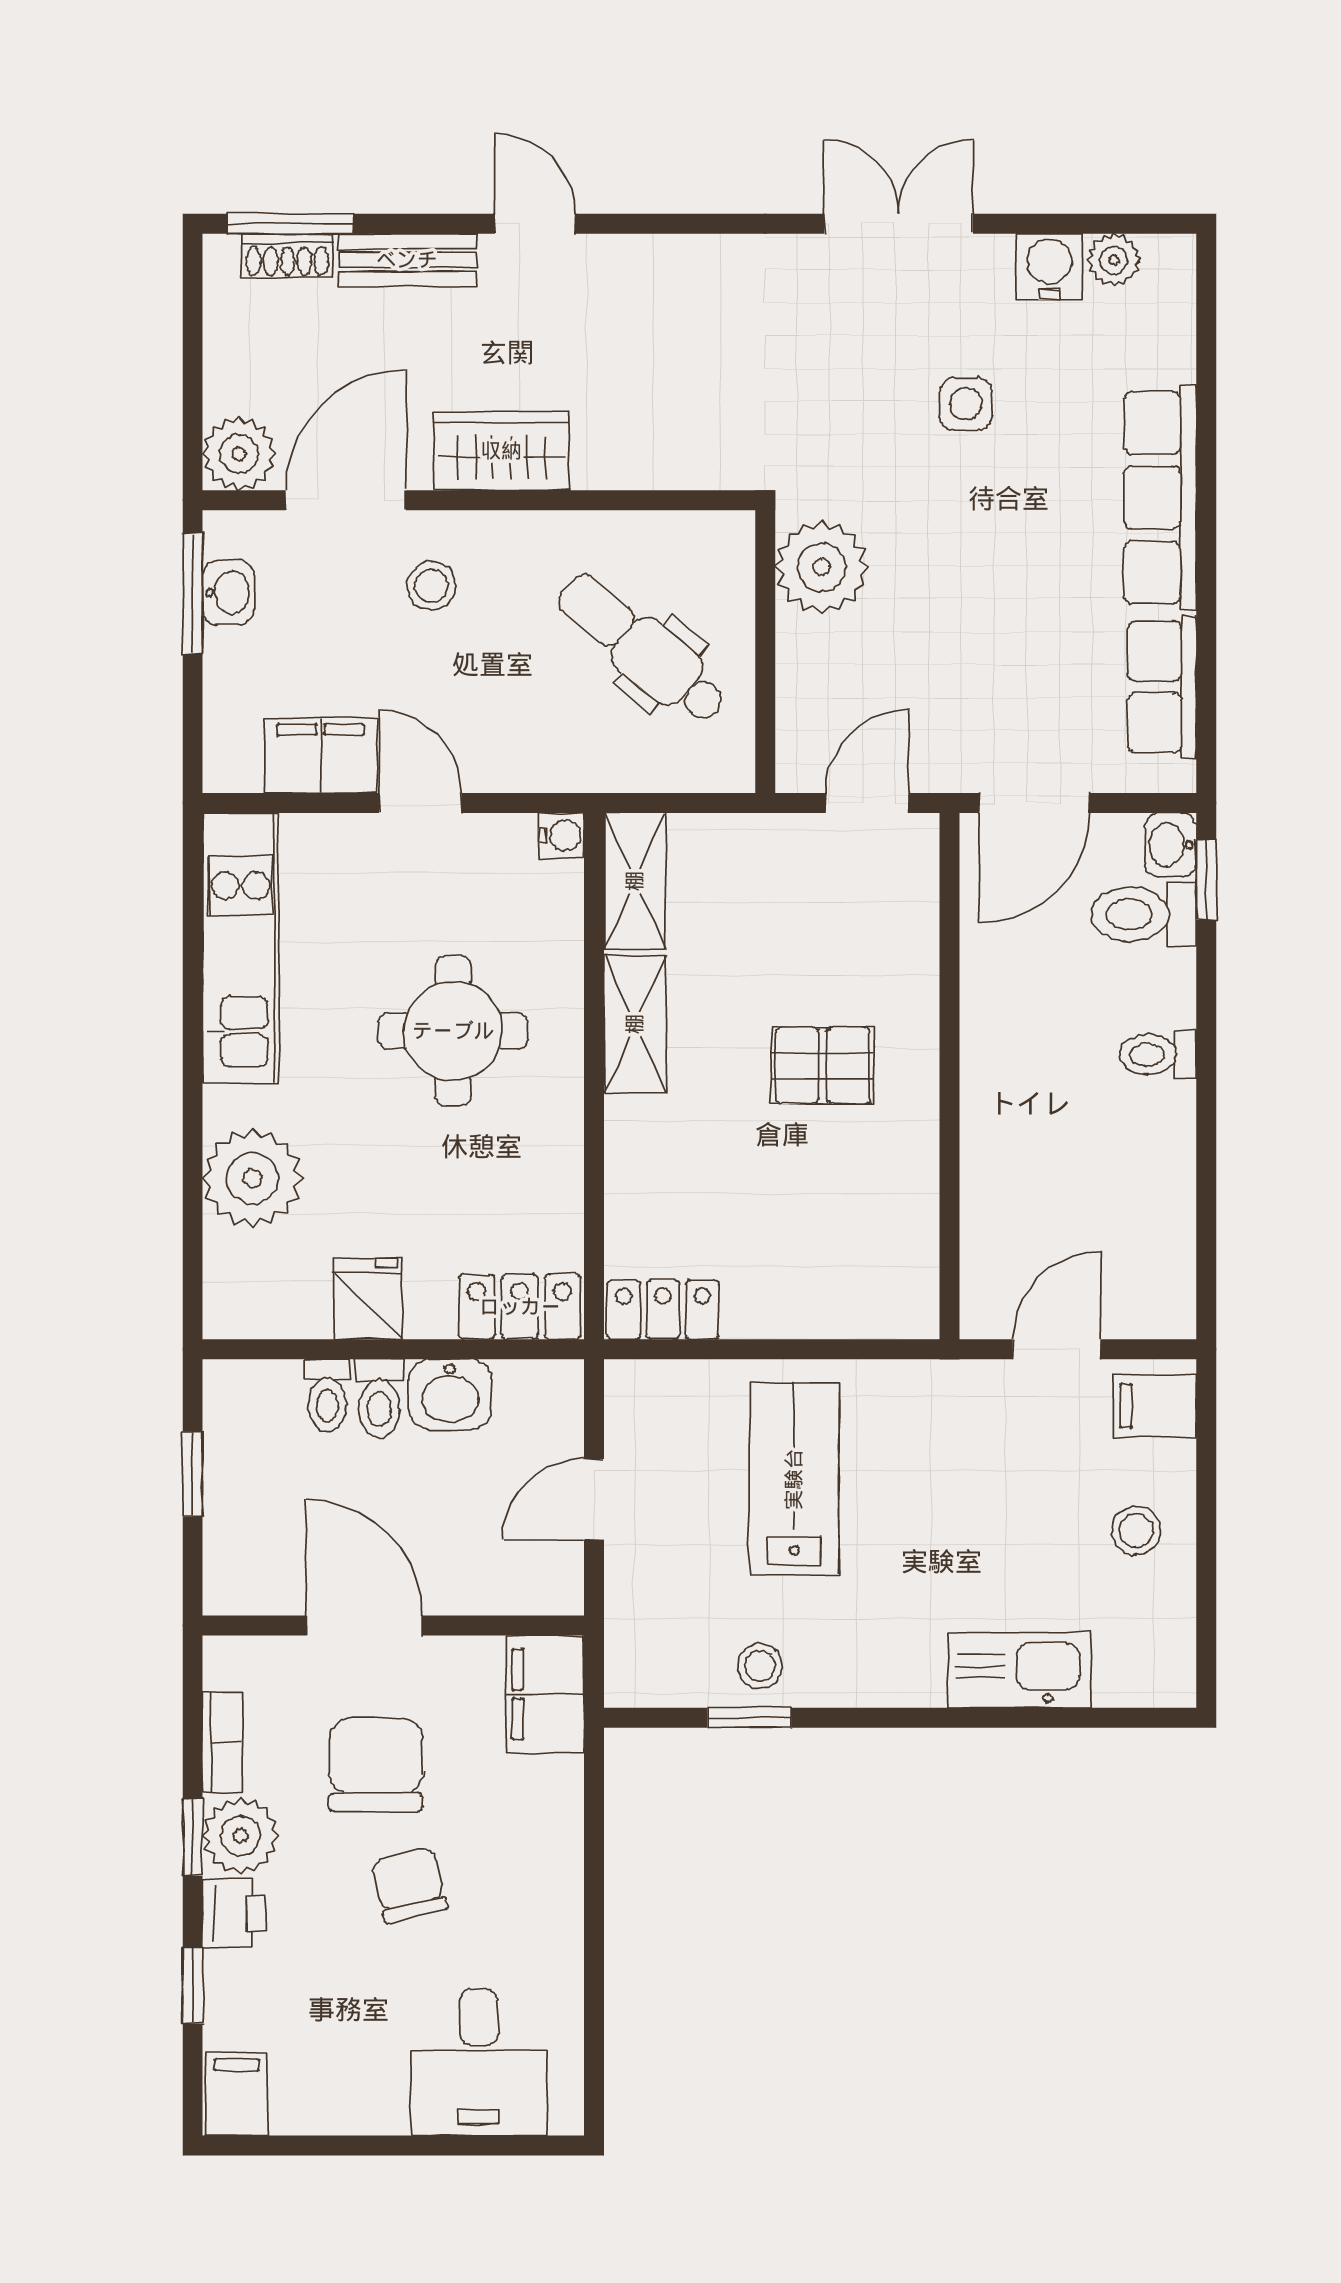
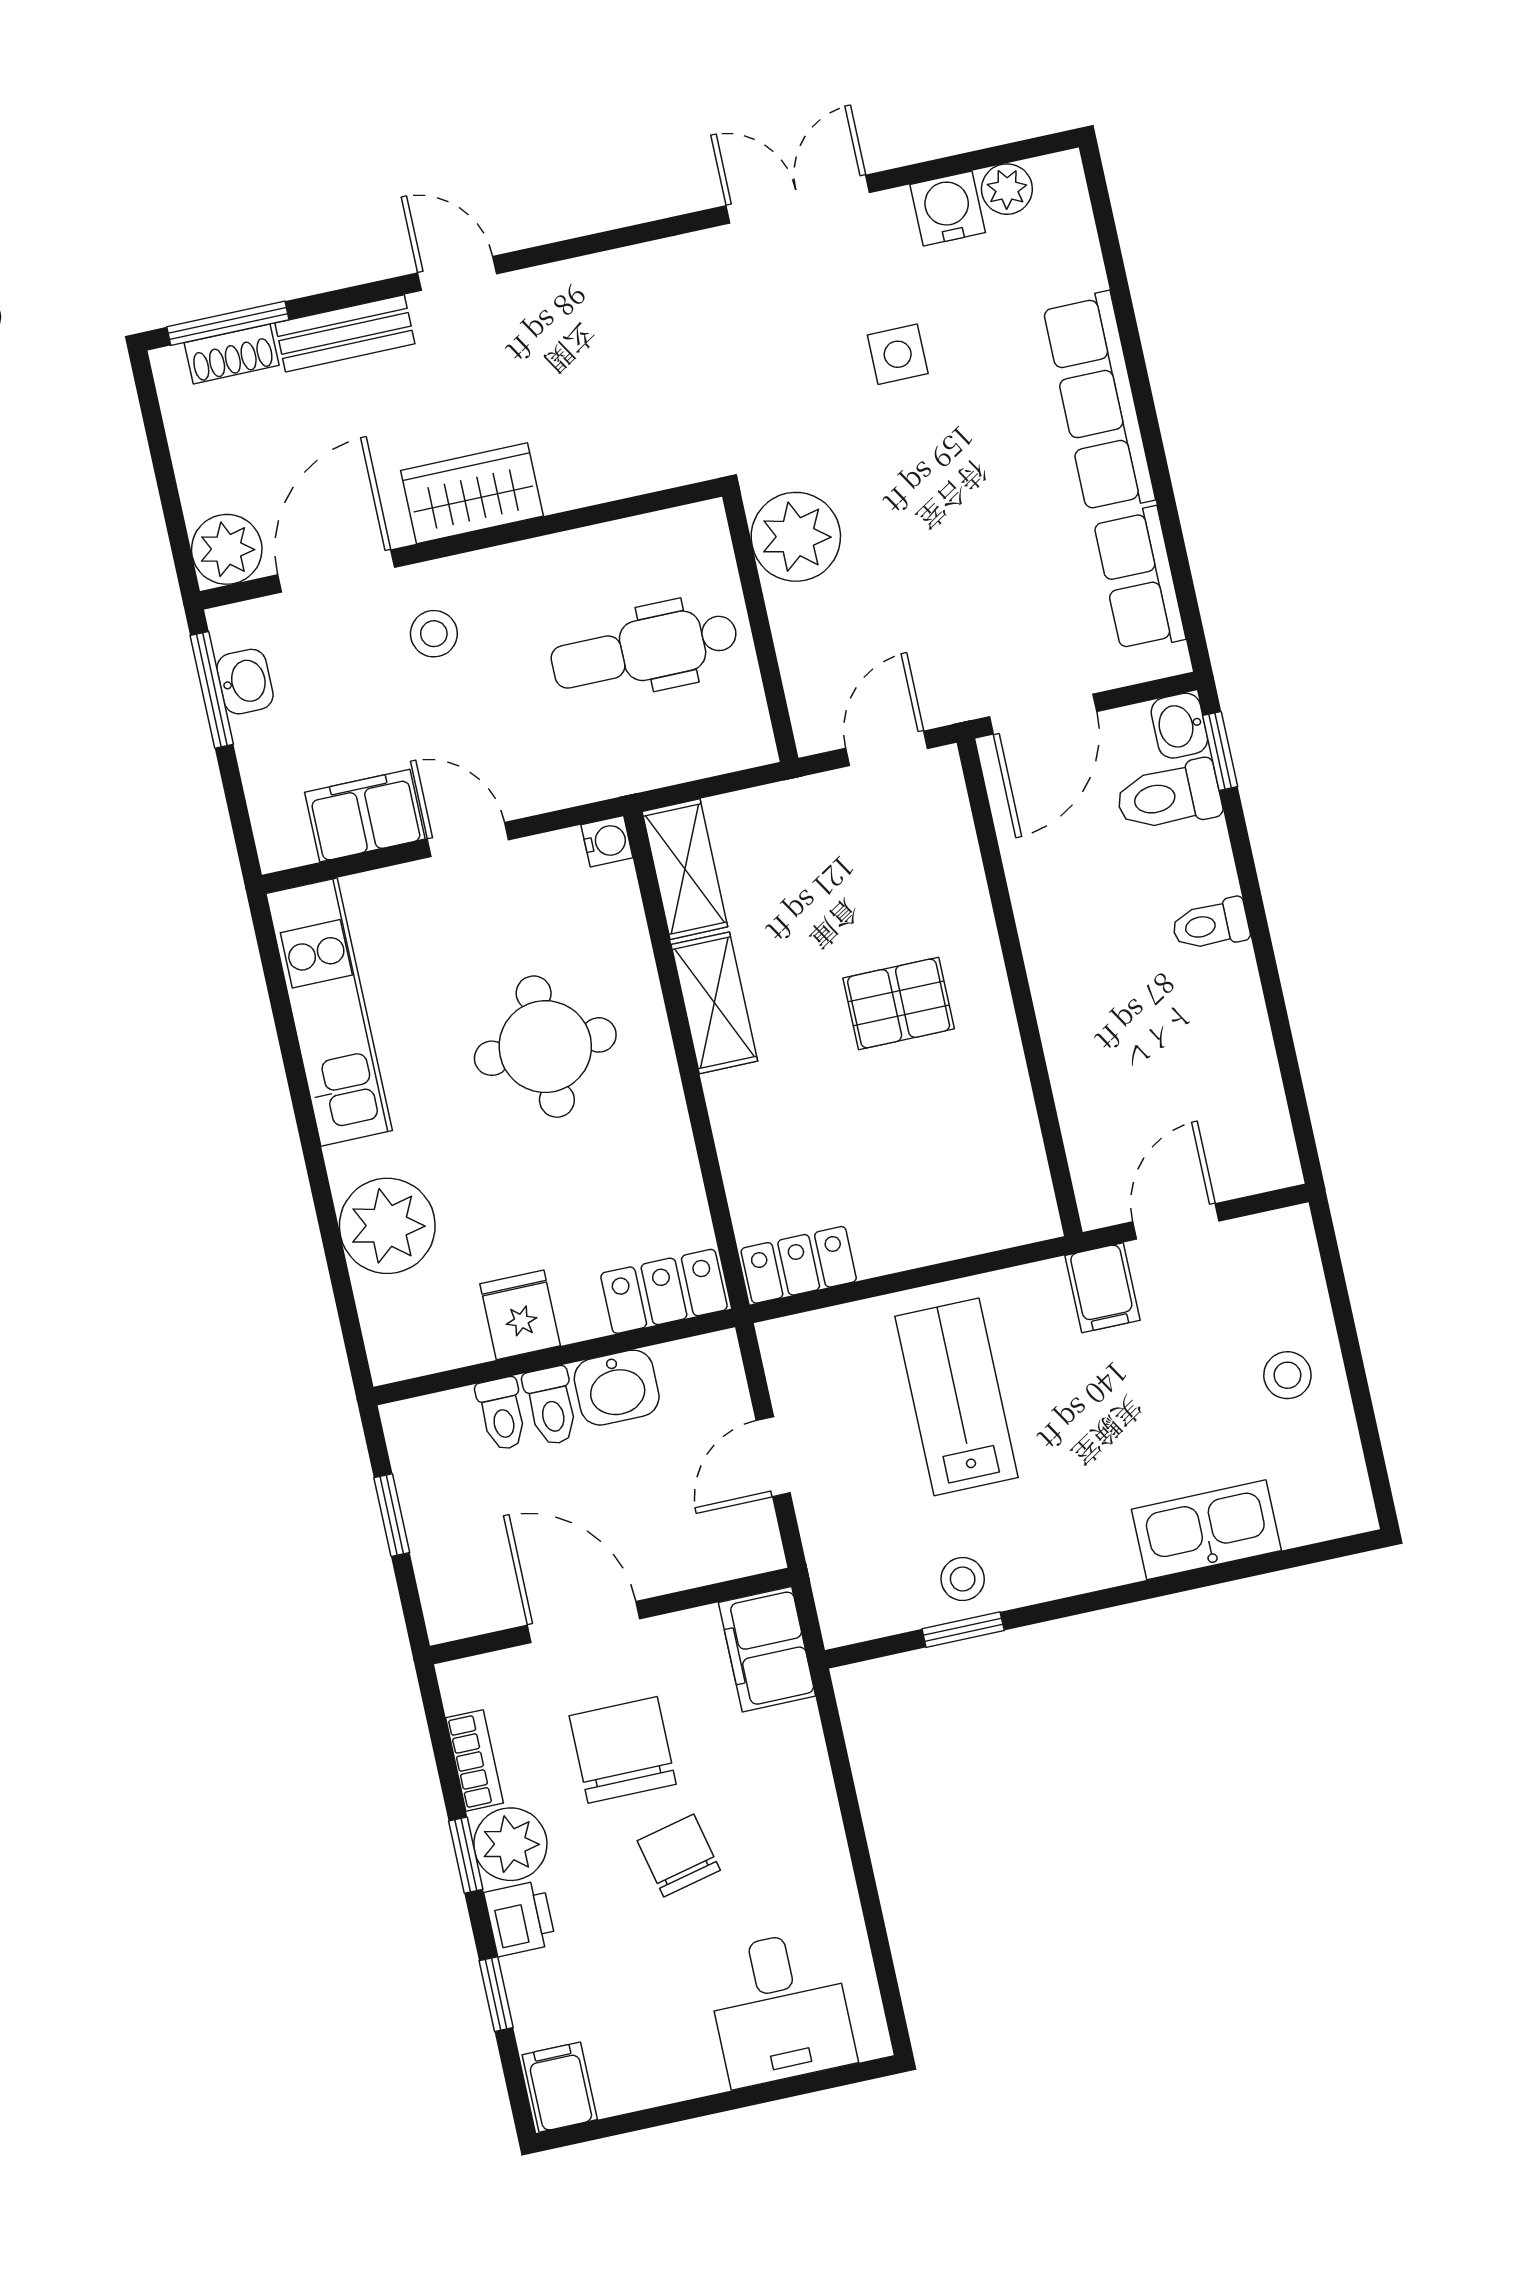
dental chair: (642, 649) -> (644, 650), turned -40
filing cabinet: (1155, 1406) -> (1103, 1288), moved, turned -90

